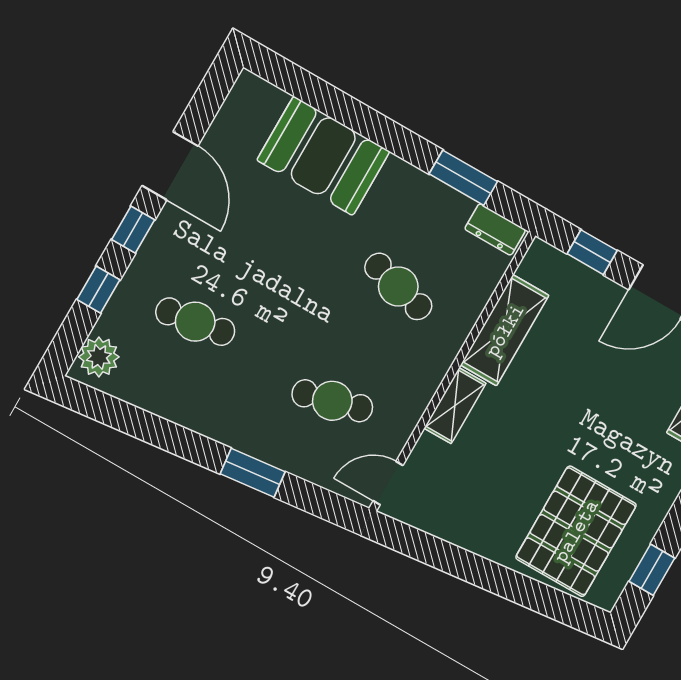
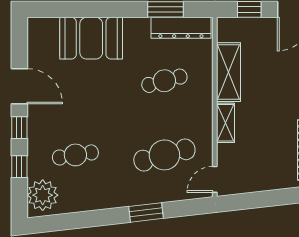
dresser: (495, 229) -> (181, 28), width x1.96, depth x1.24
cafe table: (398, 286) -> (164, 81), turned -30
plant: (99, 357) -> (43, 195), width x1.36, depth x1.36
cafe table: (332, 401) -> (164, 155), width x1.37, depth x1.35

